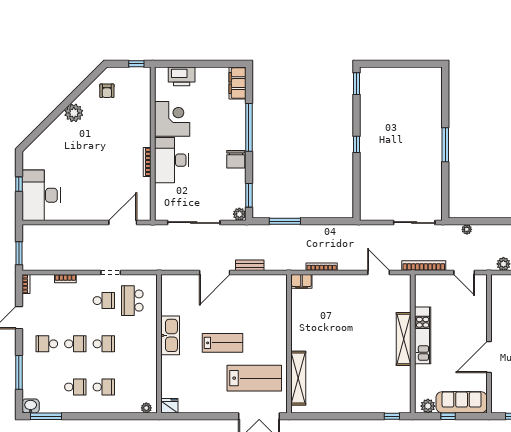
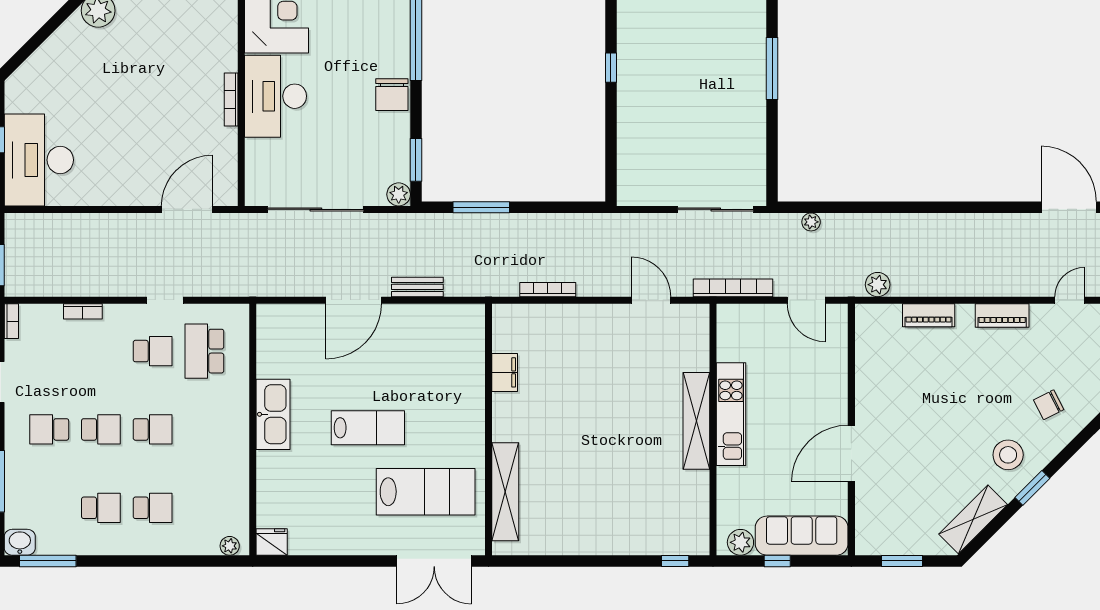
filing cabinet: (301, 281) -> (505, 372), moved, turned -90

